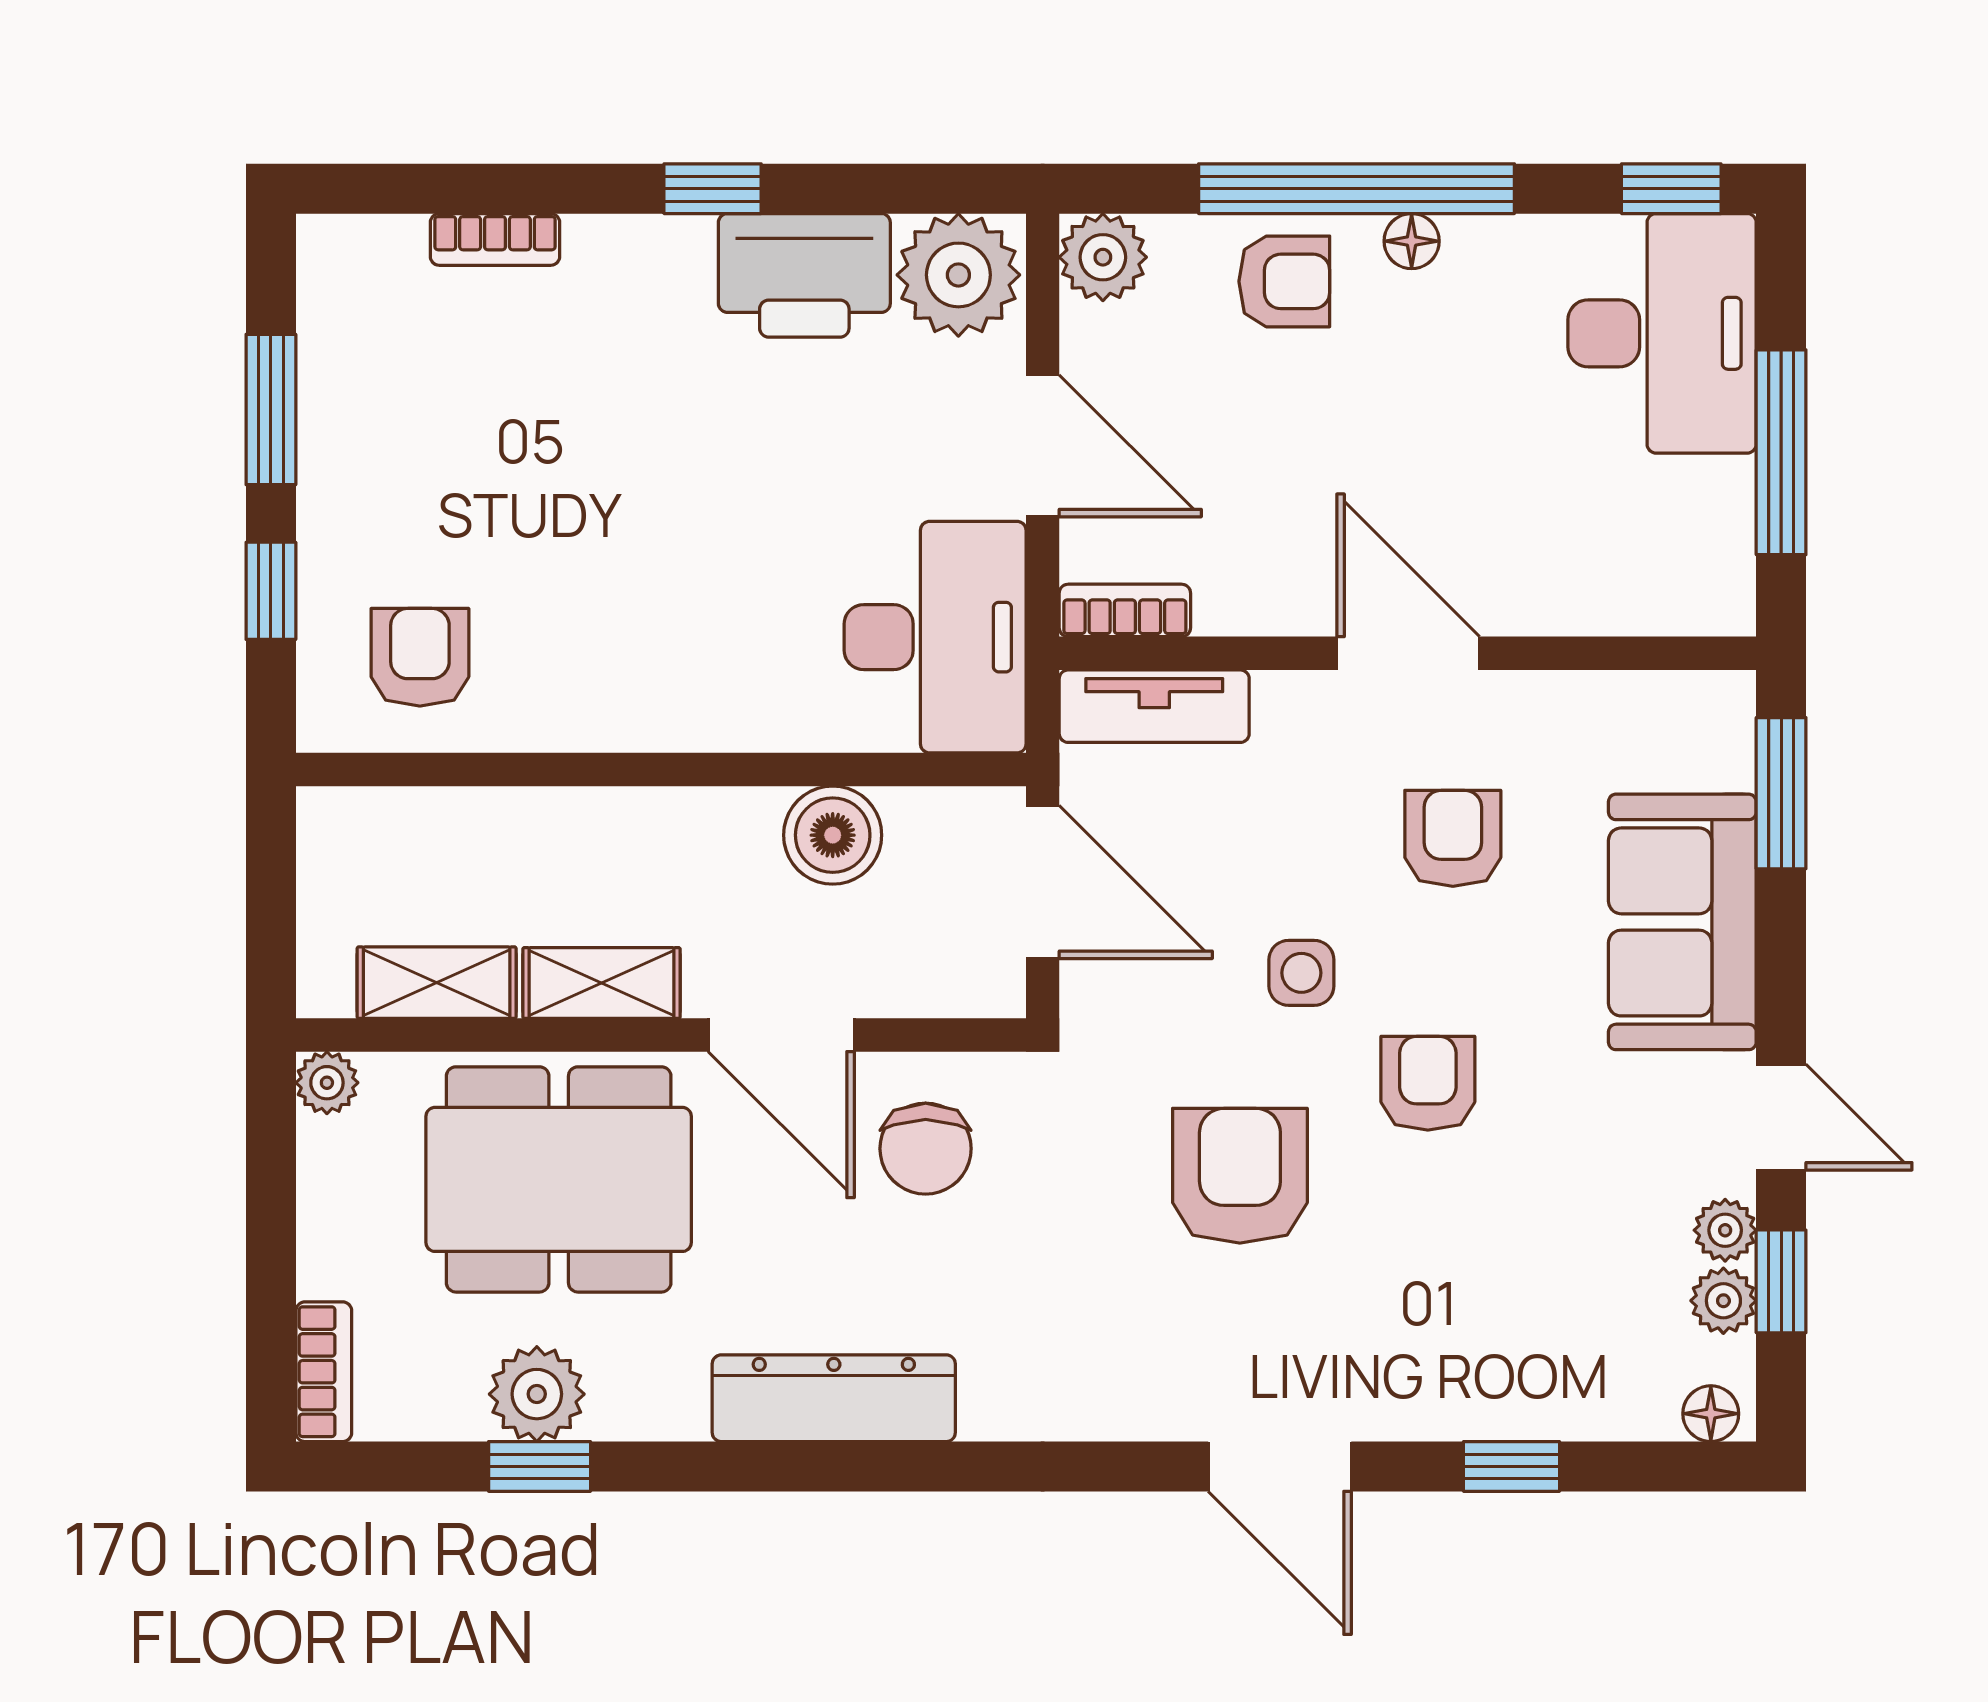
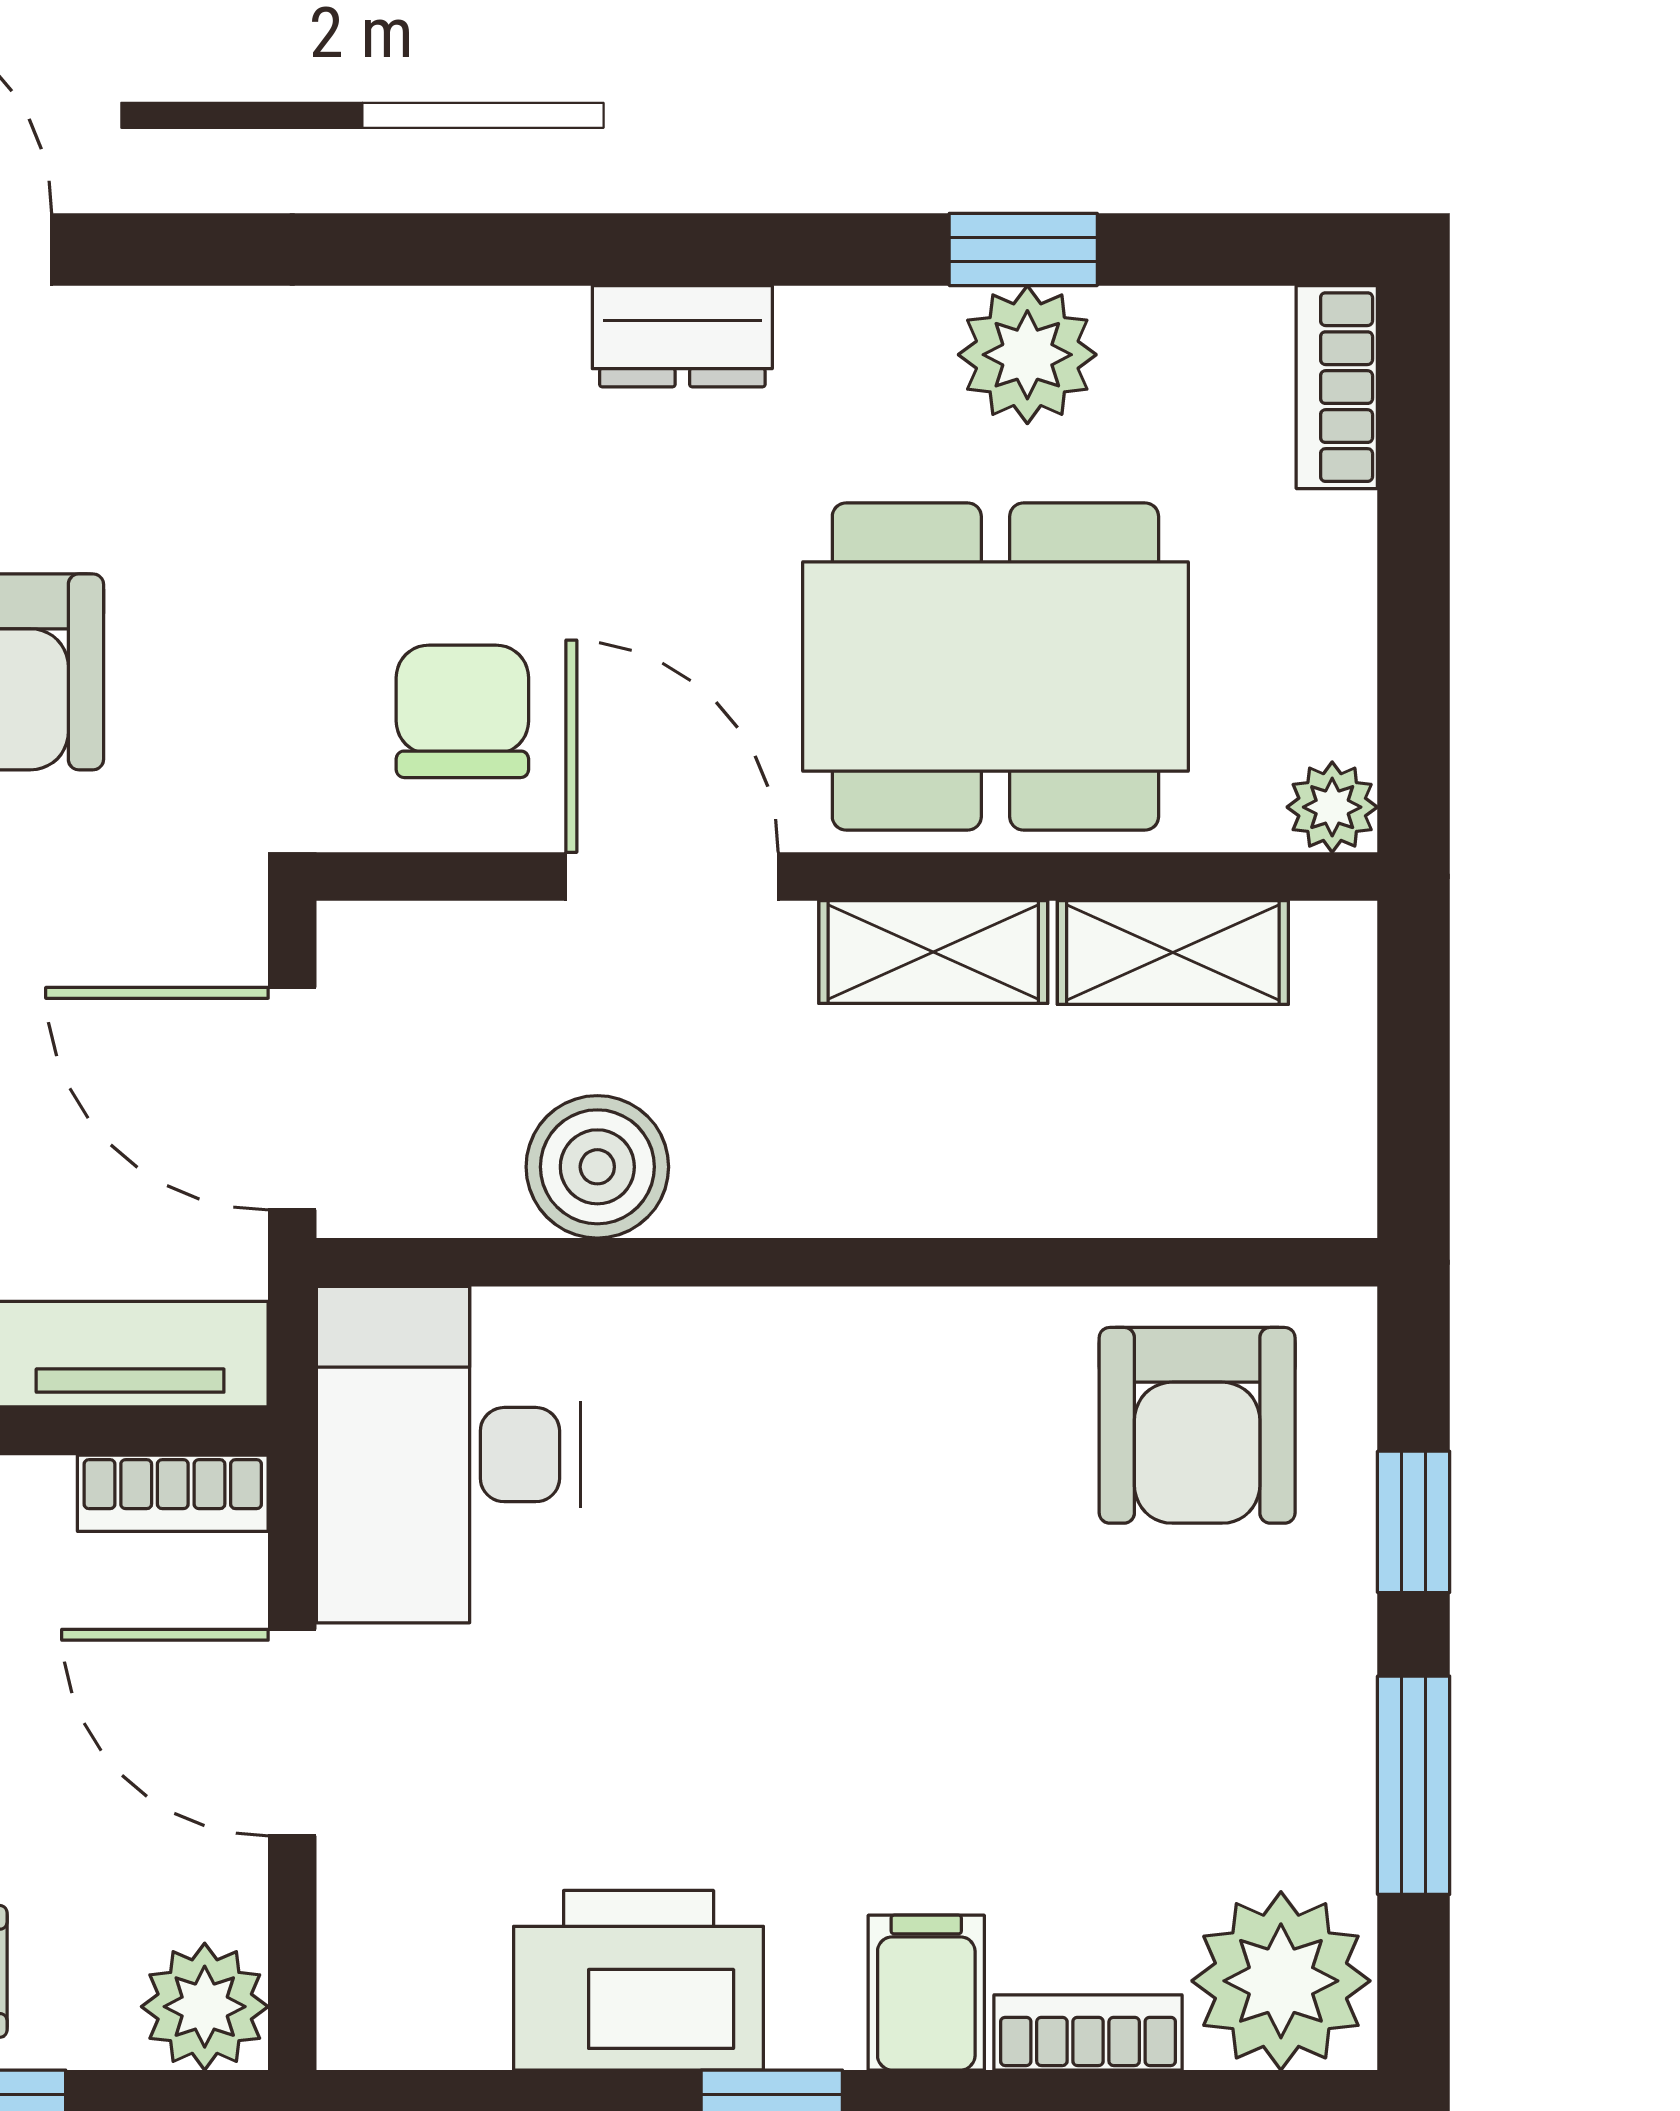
filing cabinet: (606, 267) -> (926, 1993), added
plant: (958, 275) -> (1281, 1981), moved
armchair: (420, 657) -> (1197, 1425), width x1.38, depth x1.38
dresser: (834, 1398) -> (682, 336), width x0.51, depth x0.80

